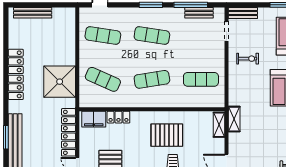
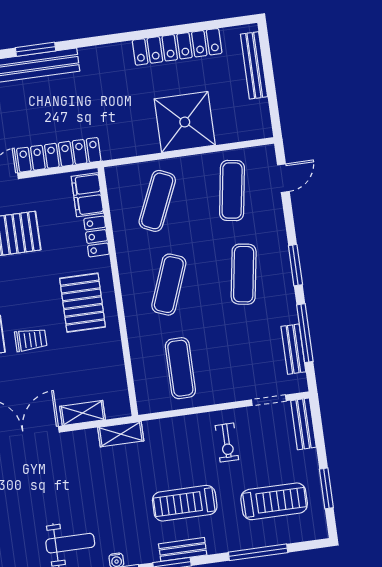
locker: (16, 74) -> (177, 47), moved
exercise mat: (152, 79) -> (169, 285), turned 30
shower: (60, 82) -> (185, 122), moved
shelving: (219, 125) -> (83, 413), moved
pallet: (167, 135) -> (82, 303), moved

